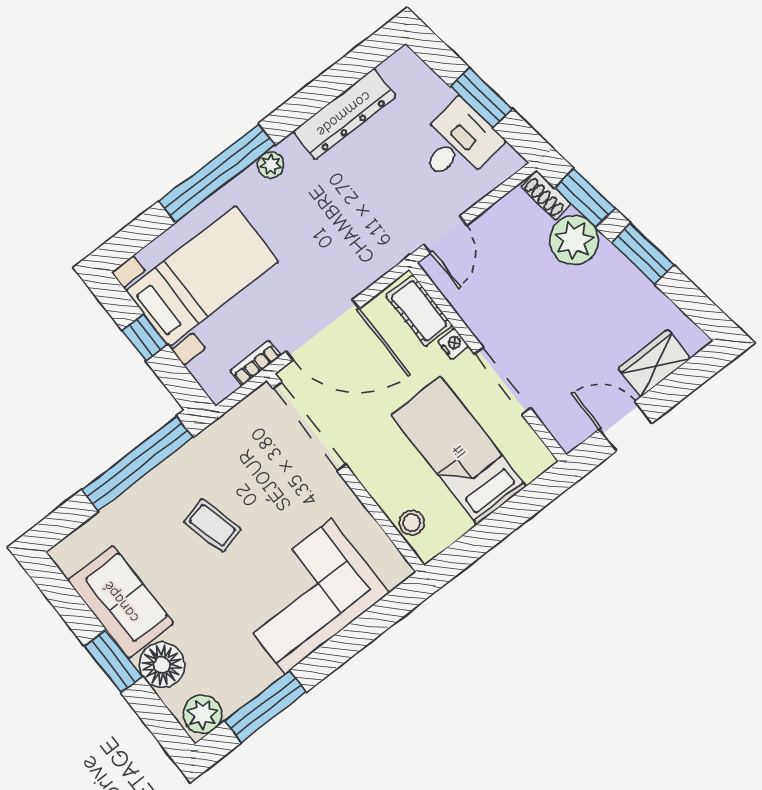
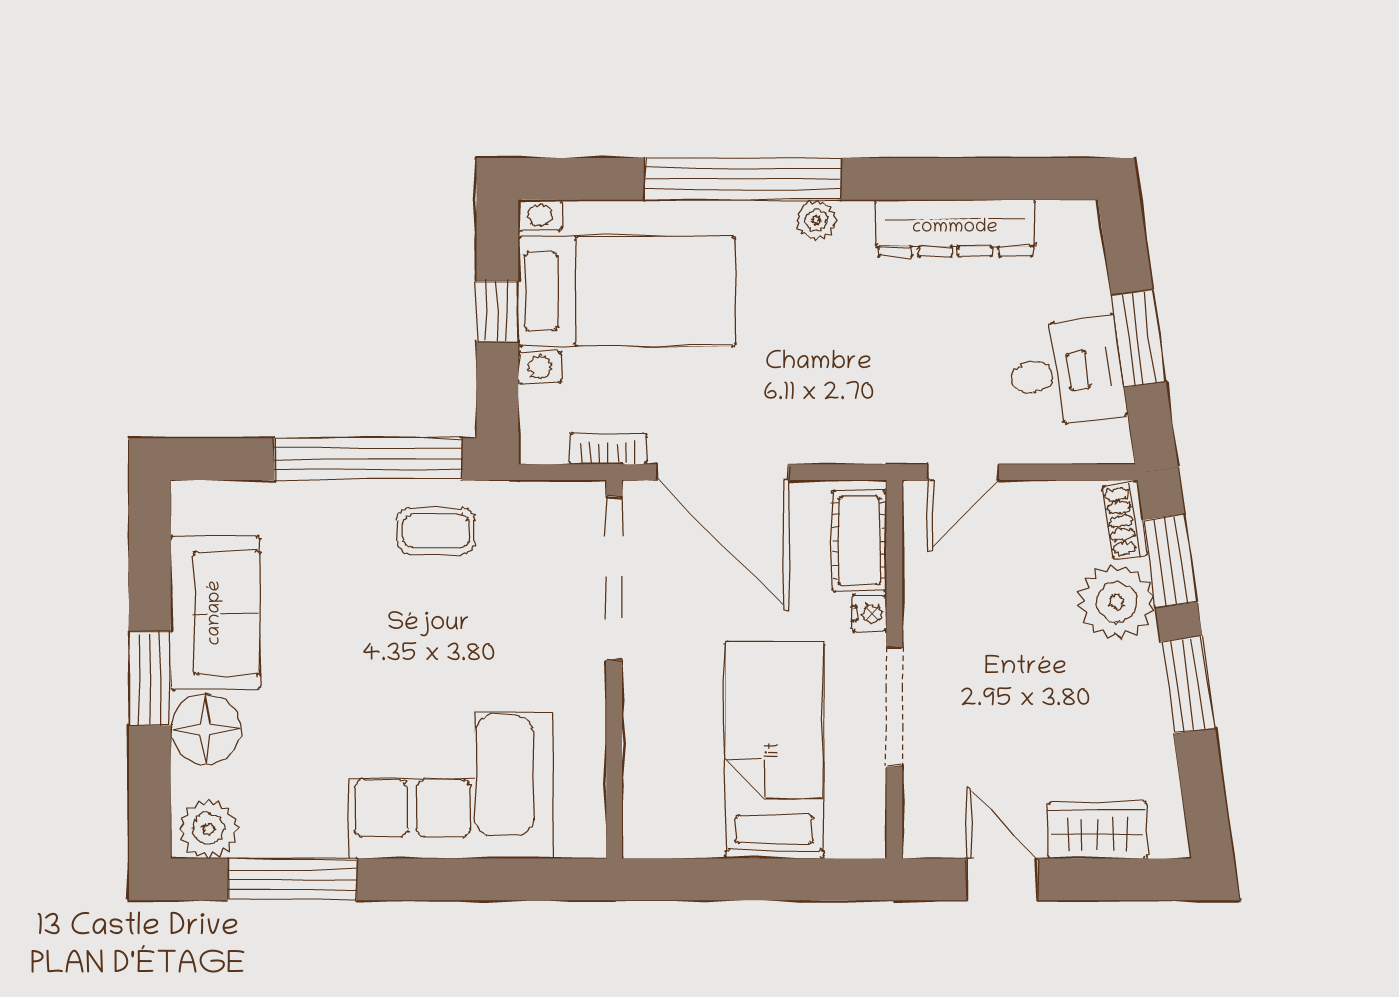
stool: (412, 523) -> (648, 794), removed
coffee table: (212, 525) -> (436, 531), moved, turned -75

